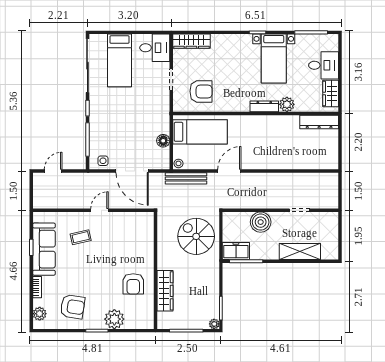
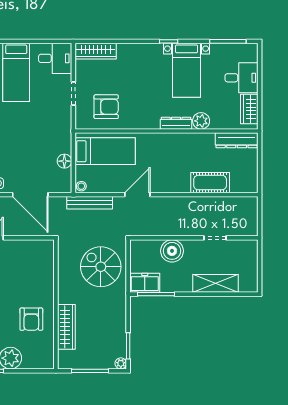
cot: (295, 160) -> (210, 183), added

